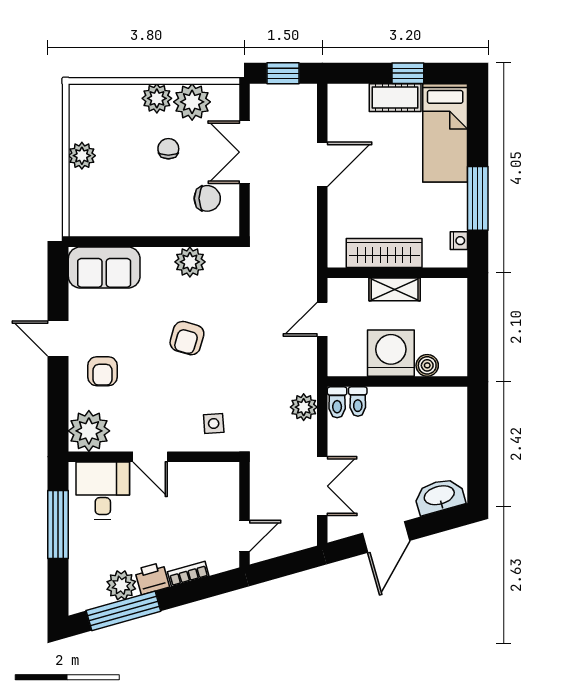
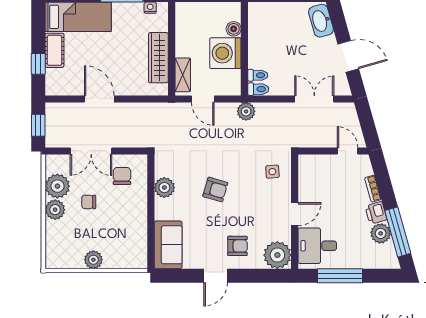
window: (408, 73) -> (38, 64), moved
shelving: (395, 289) -> (183, 75), moved
plant: (304, 407) -> (246, 111), moved

